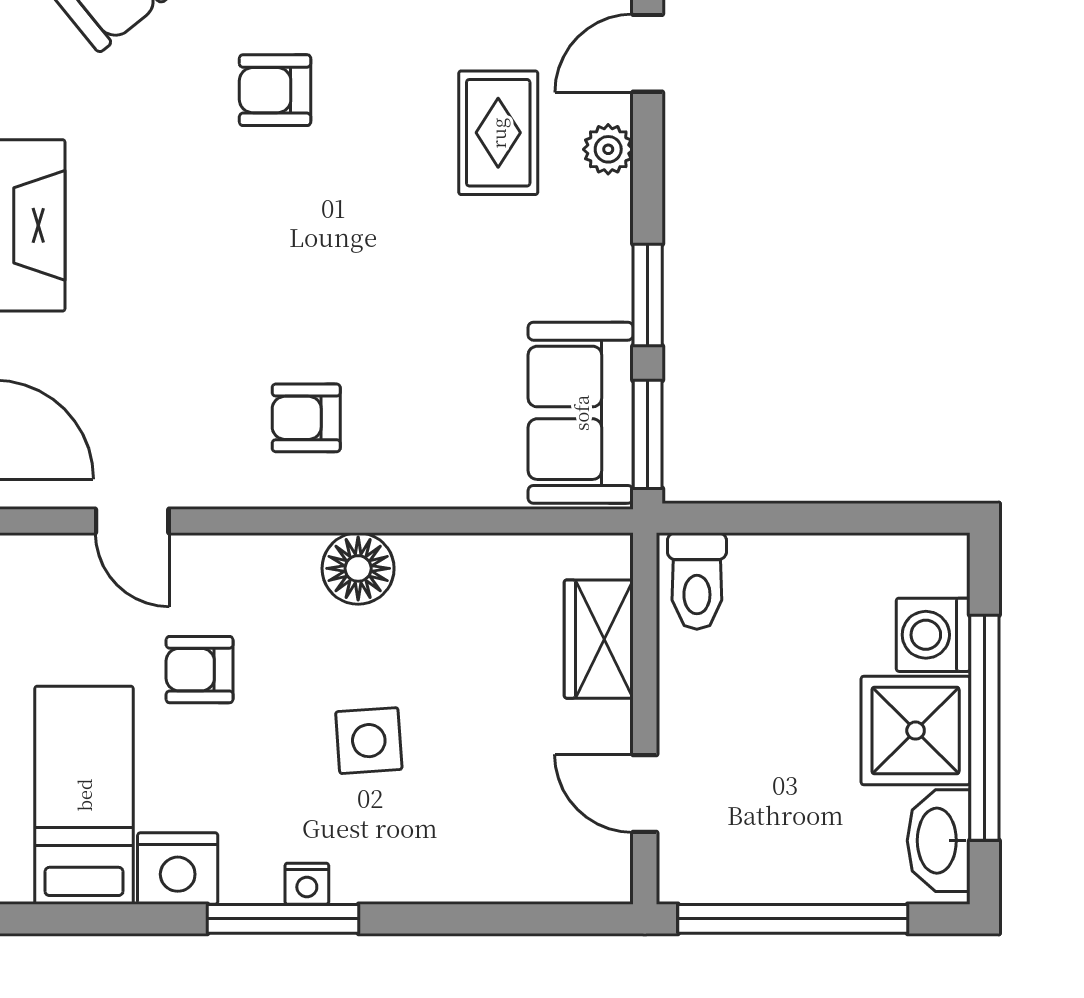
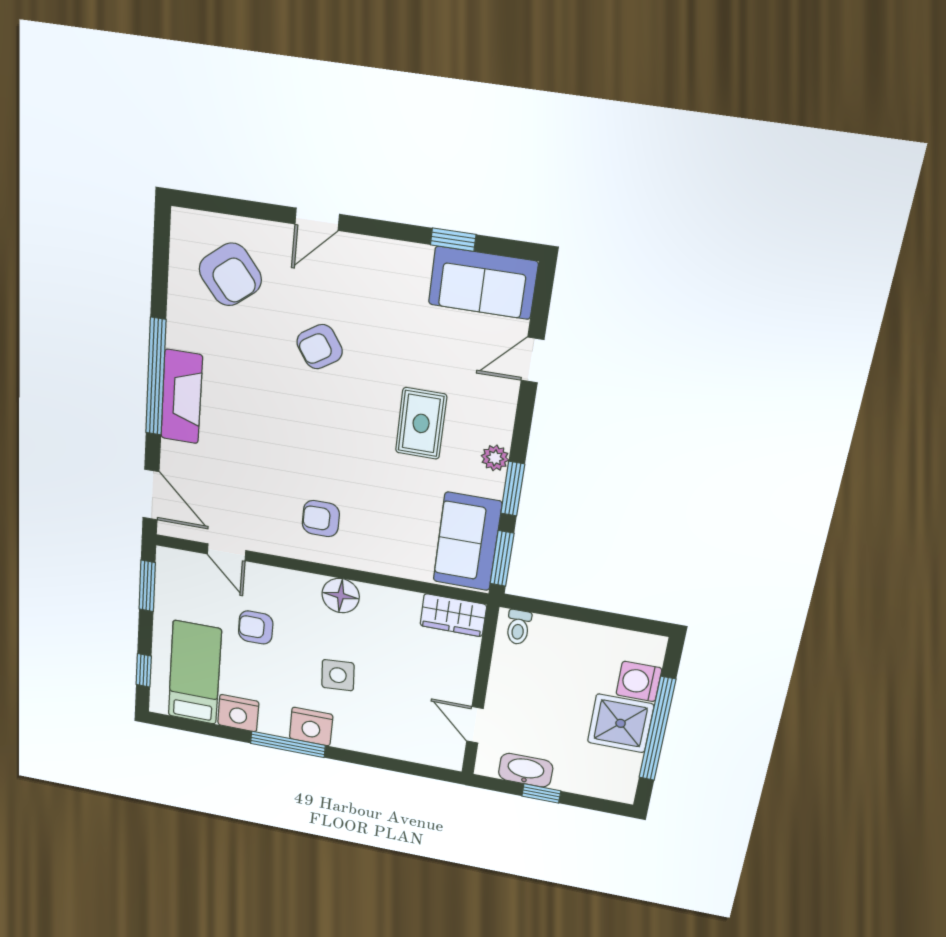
armchair: (275, 90) -> (320, 347), turned -33
rug: (498, 133) -> (421, 423), moved
plant: (608, 149) -> (495, 458), moved
toilet: (697, 581) -> (518, 627), width x0.73, depth x0.72
wardrobe: (599, 639) -> (453, 615), moved, turned -90
washbasin: (939, 841) -> (526, 770), moved, turned 90
nightstand: (307, 884) -> (311, 727), width x1.89, depth x1.79
window: (793, 919) -> (541, 793), width x0.32

